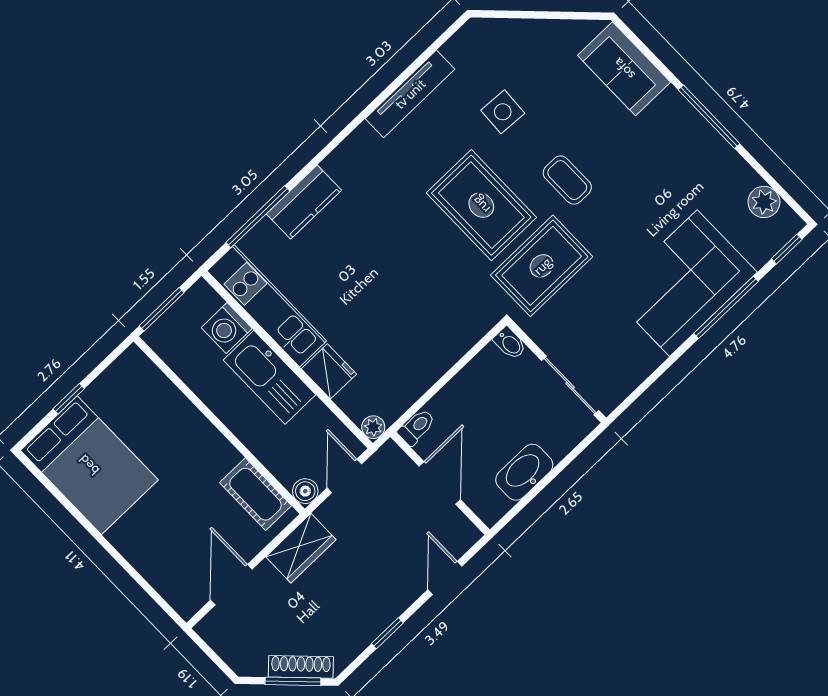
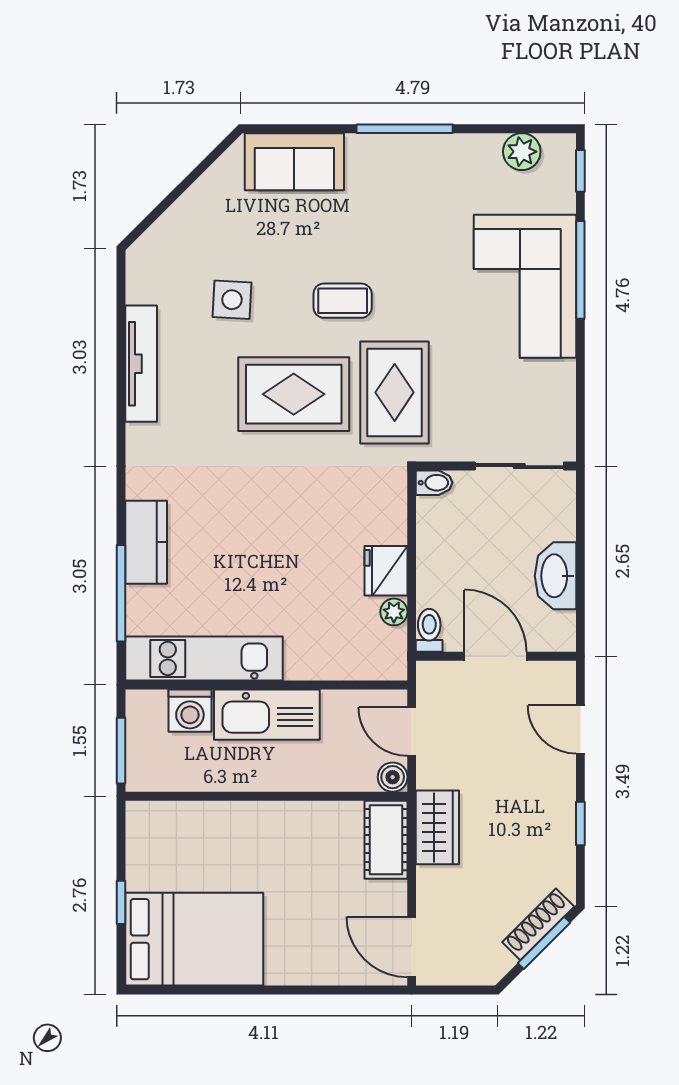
fridge: (329, 371) -> (386, 571), moved, turned -90
plant: (373, 427) -> (394, 612), moved
cot: (255, 494) -> (386, 840), moved, turned 90
door: (231, 585) -> (412, 947), moved

